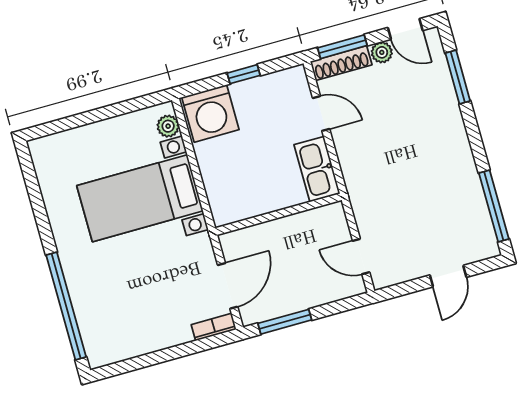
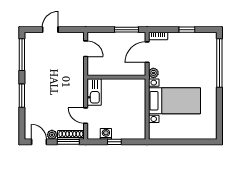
window: (458, 77) -> (22, 96), moved
washing machine: (210, 114) -> (106, 134), moved, width x0.53, depth x0.53
plant: (168, 126) -> (153, 73), moved
window: (156, 358) -> (187, 30), added

